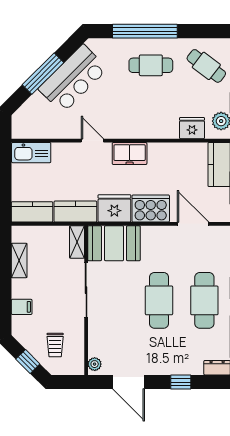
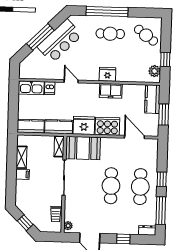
fridge: (192, 128) -> (107, 74), moved
dishwasher: (60, 152) -> (50, 88), added
freezer: (130, 153) -> (111, 91), moved
filing cabinet: (22, 307) -> (22, 174), moved
trolley: (55, 345) -> (56, 214), moved

